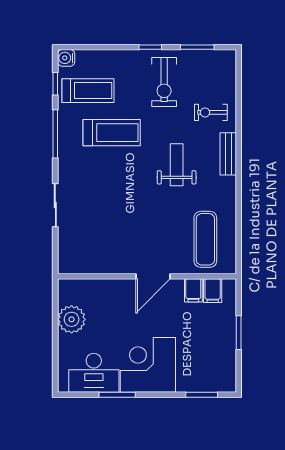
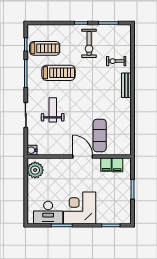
water cooler: (66, 58) -> (32, 150), moved
weight bench: (177, 165) -> (53, 110), moved
exercise mat: (205, 239) -> (100, 135), moved
door: (153, 276) -> (83, 156), swing flipped
plant: (72, 319) -> (35, 170), moved

